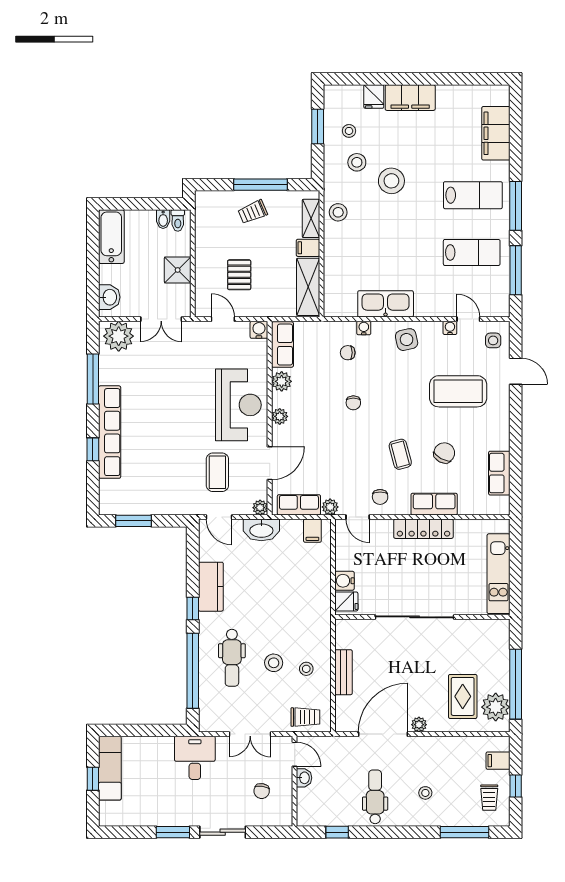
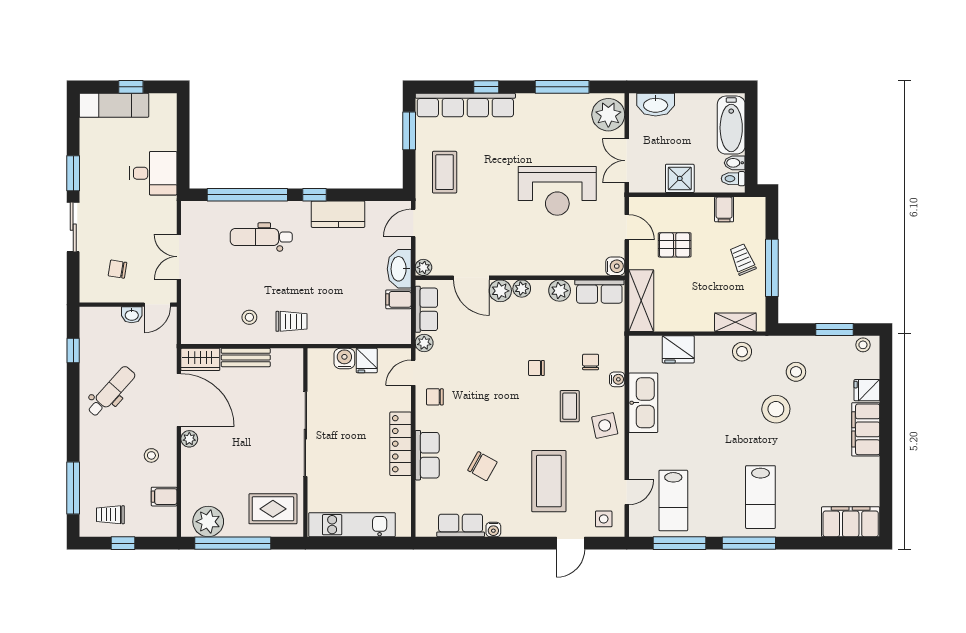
stool: (349, 131) -> (863, 345), moved
filing cabinet: (496, 133) -> (851, 522), moved
bathtub: (111, 237) -> (731, 125), moved, turned 90
filing cabinet: (308, 248) -> (724, 209), moved, turned 180
lab bench: (472, 252) -> (673, 500), moved
fridge: (336, 271) -> (678, 349), added
shelving: (308, 287) -> (641, 301), moved, turned 90
washbasin: (109, 297) -> (656, 105), width x1.38
door: (223, 319) -> (627, 227), hinge flipped
water cooler: (450, 328) -> (493, 530), moved, turned 90
reception desk: (238, 405) -> (557, 191), moved
row of seats: (110, 432) -> (465, 105), moved
plant: (282, 436) -> (500, 291), added
coffee table: (400, 454) -> (570, 406), moved, turned -75
coffee table: (217, 472) -> (445, 172), moved, turned 90
filing cabinet: (312, 531) -> (398, 299), moved
fridge: (346, 601) -> (367, 361), moved
stool: (274, 663) -> (256, 282), removed
rug: (463, 696) -> (273, 509), moved
wardrobe: (345, 714) -> (200, 359), added
trolley: (305, 717) -> (291, 321), moved, turned -90
desk: (195, 758) -> (153, 173), moved
filing cabinet: (498, 761) -> (164, 497), moved, turned -90
exam couch: (110, 768) -> (114, 105), moved
stool: (425, 793) -> (151, 455), moved
dental chair: (375, 797) -> (111, 392), turned -48

